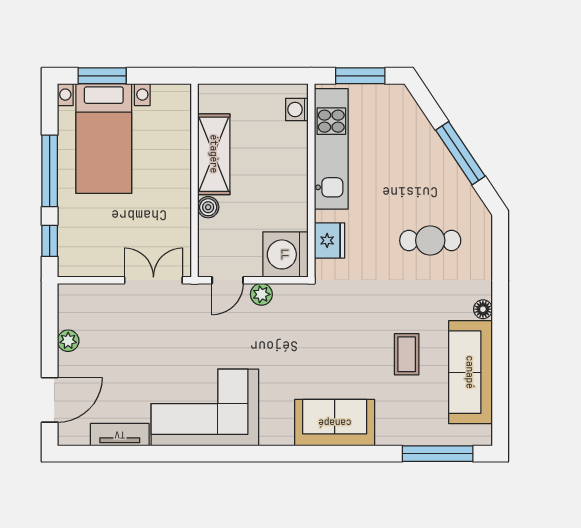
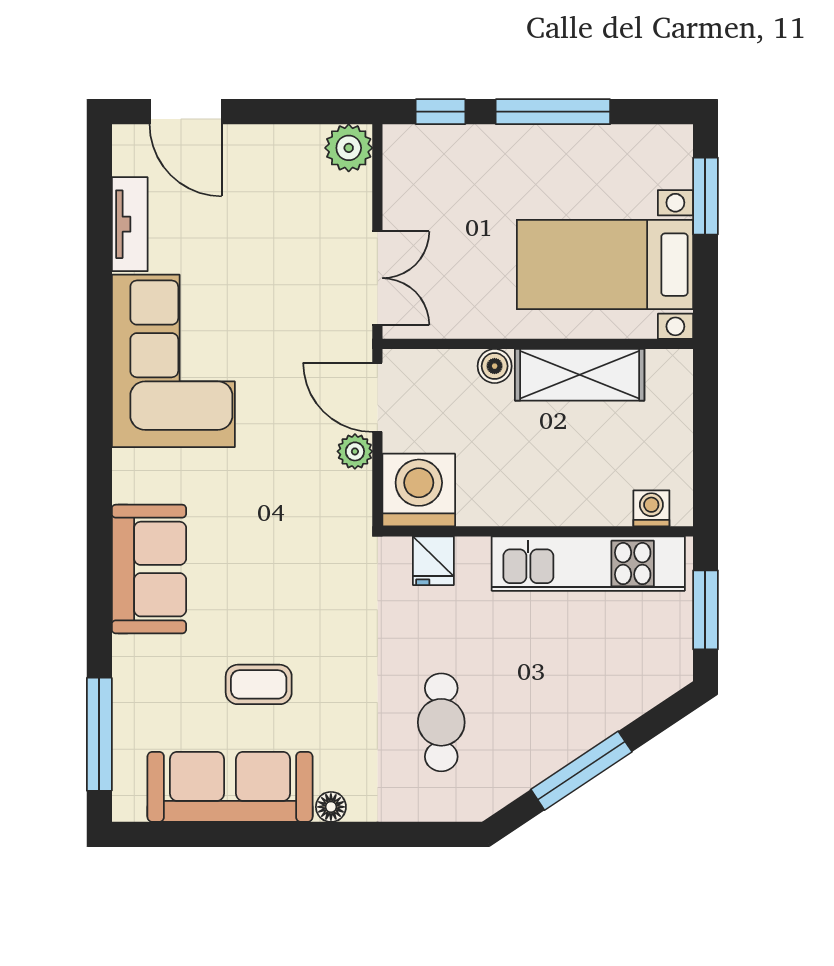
bed with nightstands: (104, 138) -> (605, 265), moved
fridge: (330, 240) -> (433, 561), width x0.72
door: (228, 280) -> (377, 397), width x1.38
plant: (68, 341) -> (349, 148), moved, width x1.38, depth x1.38

